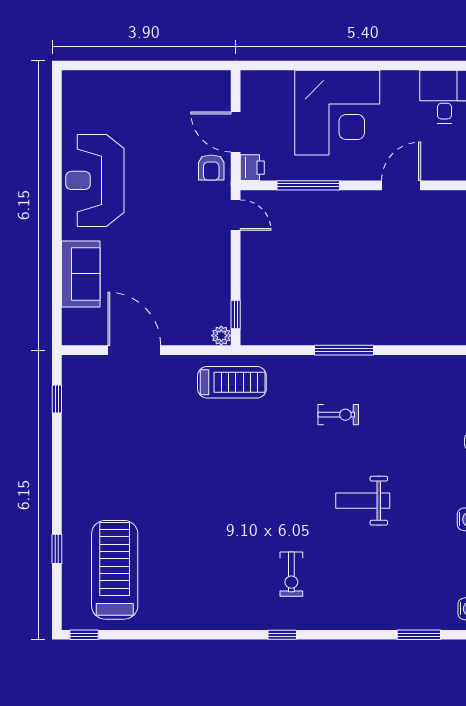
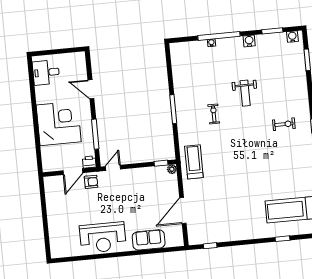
exercise bike: (338, 415) -> (214, 114), moved

